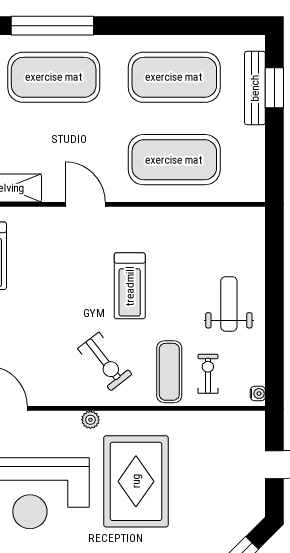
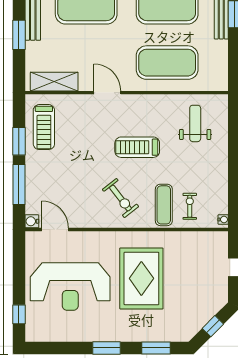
treadmill: (130, 286) -> (137, 147), turned 90
weight bench: (229, 304) -> (195, 123), moved
plant: (90, 420) -> (111, 237), removed

